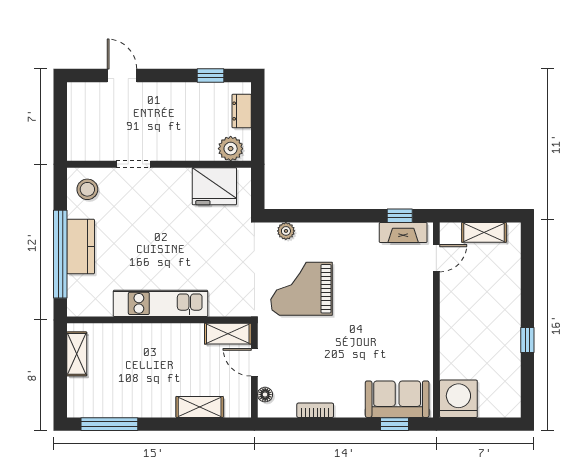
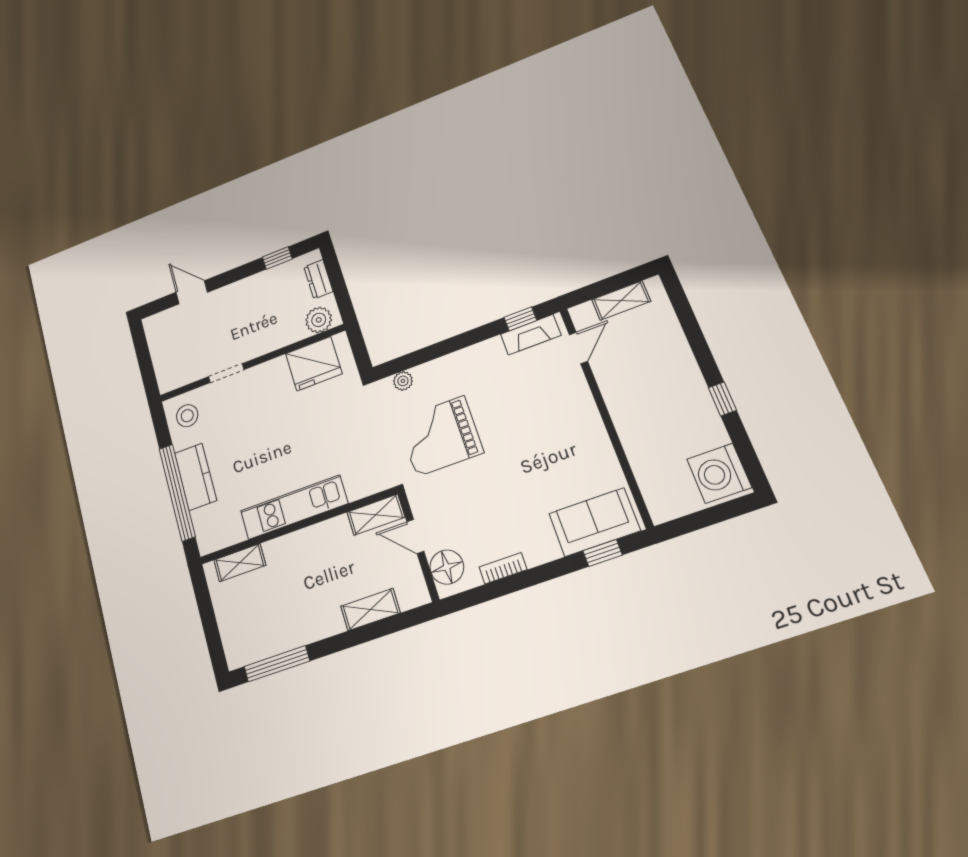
shelving: (77, 354) -> (240, 563), moved, turned 90
floor lamp: (265, 395) -> (447, 567), width x1.89, depth x1.89
washing machine: (458, 399) -> (719, 473), moved, turned -90

